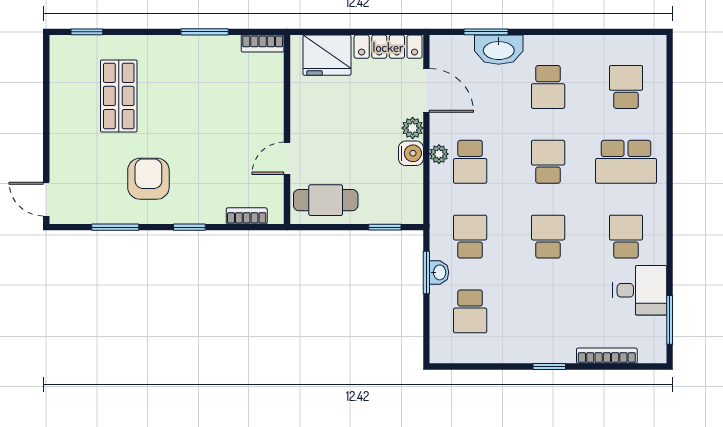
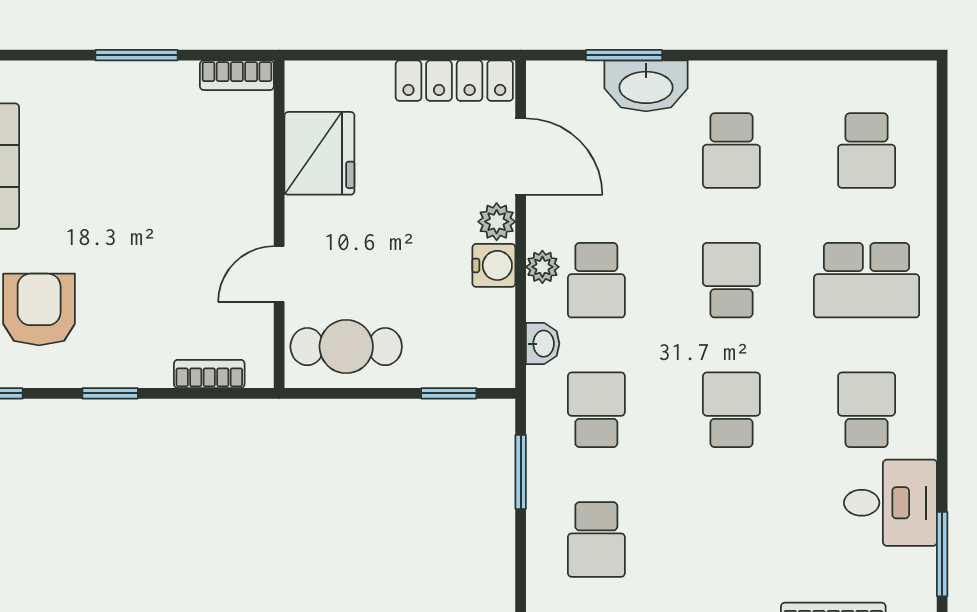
fridge: (327, 55) -> (319, 153), moved, turned -90
school desk: (626, 87) -> (867, 151), turned 180
washbasin: (439, 272) -> (543, 344), moved

